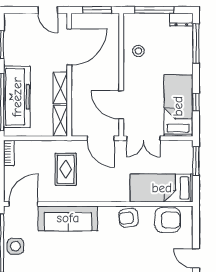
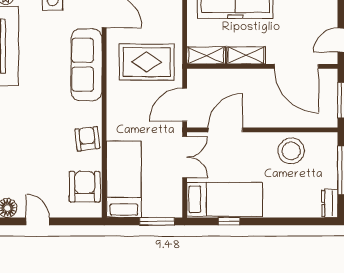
window: (196, 44) -> (300, 221), removed
stool: (138, 51) -> (291, 151), width x1.89, depth x1.89
double door: (143, 138) -> (185, 157), swing flipped
rug: (66, 169) -> (147, 62), width x1.36, depth x1.43
armchair: (168, 220) -> (85, 187), turned 180
door: (196, 258) -> (38, 221), hinge flipped

